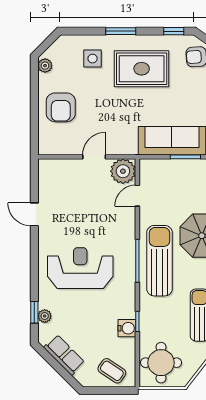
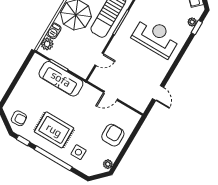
window: (121, 31) -> (53, 158), width x2.11
plant: (123, 171) -> (99, 78), removed
door: (34, 214) -> (158, 93), moved
reception desk: (80, 268) -> (156, 37), turned 180

